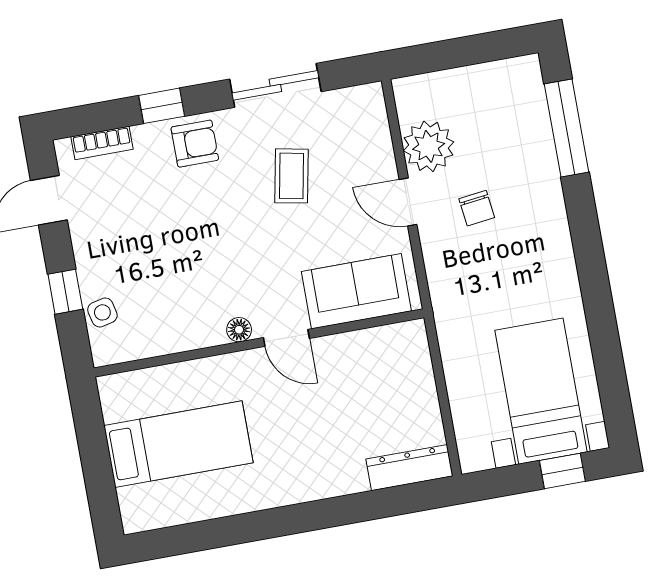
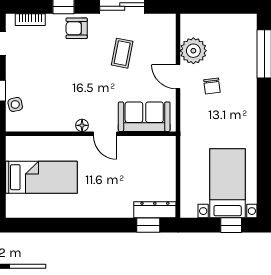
armchair: (195, 144) -> (77, 28), turned 180
window: (402, 500) -> (148, 225), added

